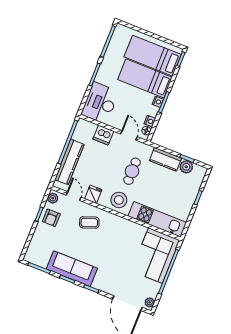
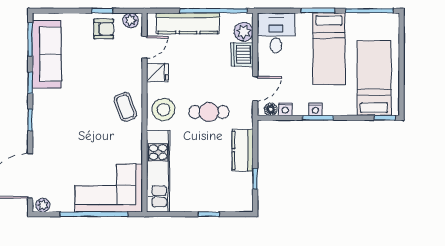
bed: (145, 78) -> (329, 49), moved, turned 180
desk: (100, 103) -> (276, 33), width x0.73
plant: (186, 167) -> (244, 32), moved
armchair: (51, 218) -> (104, 29), turned 180
coffee table: (89, 222) -> (125, 107), moved
sofa: (72, 269) -> (47, 54), moved

